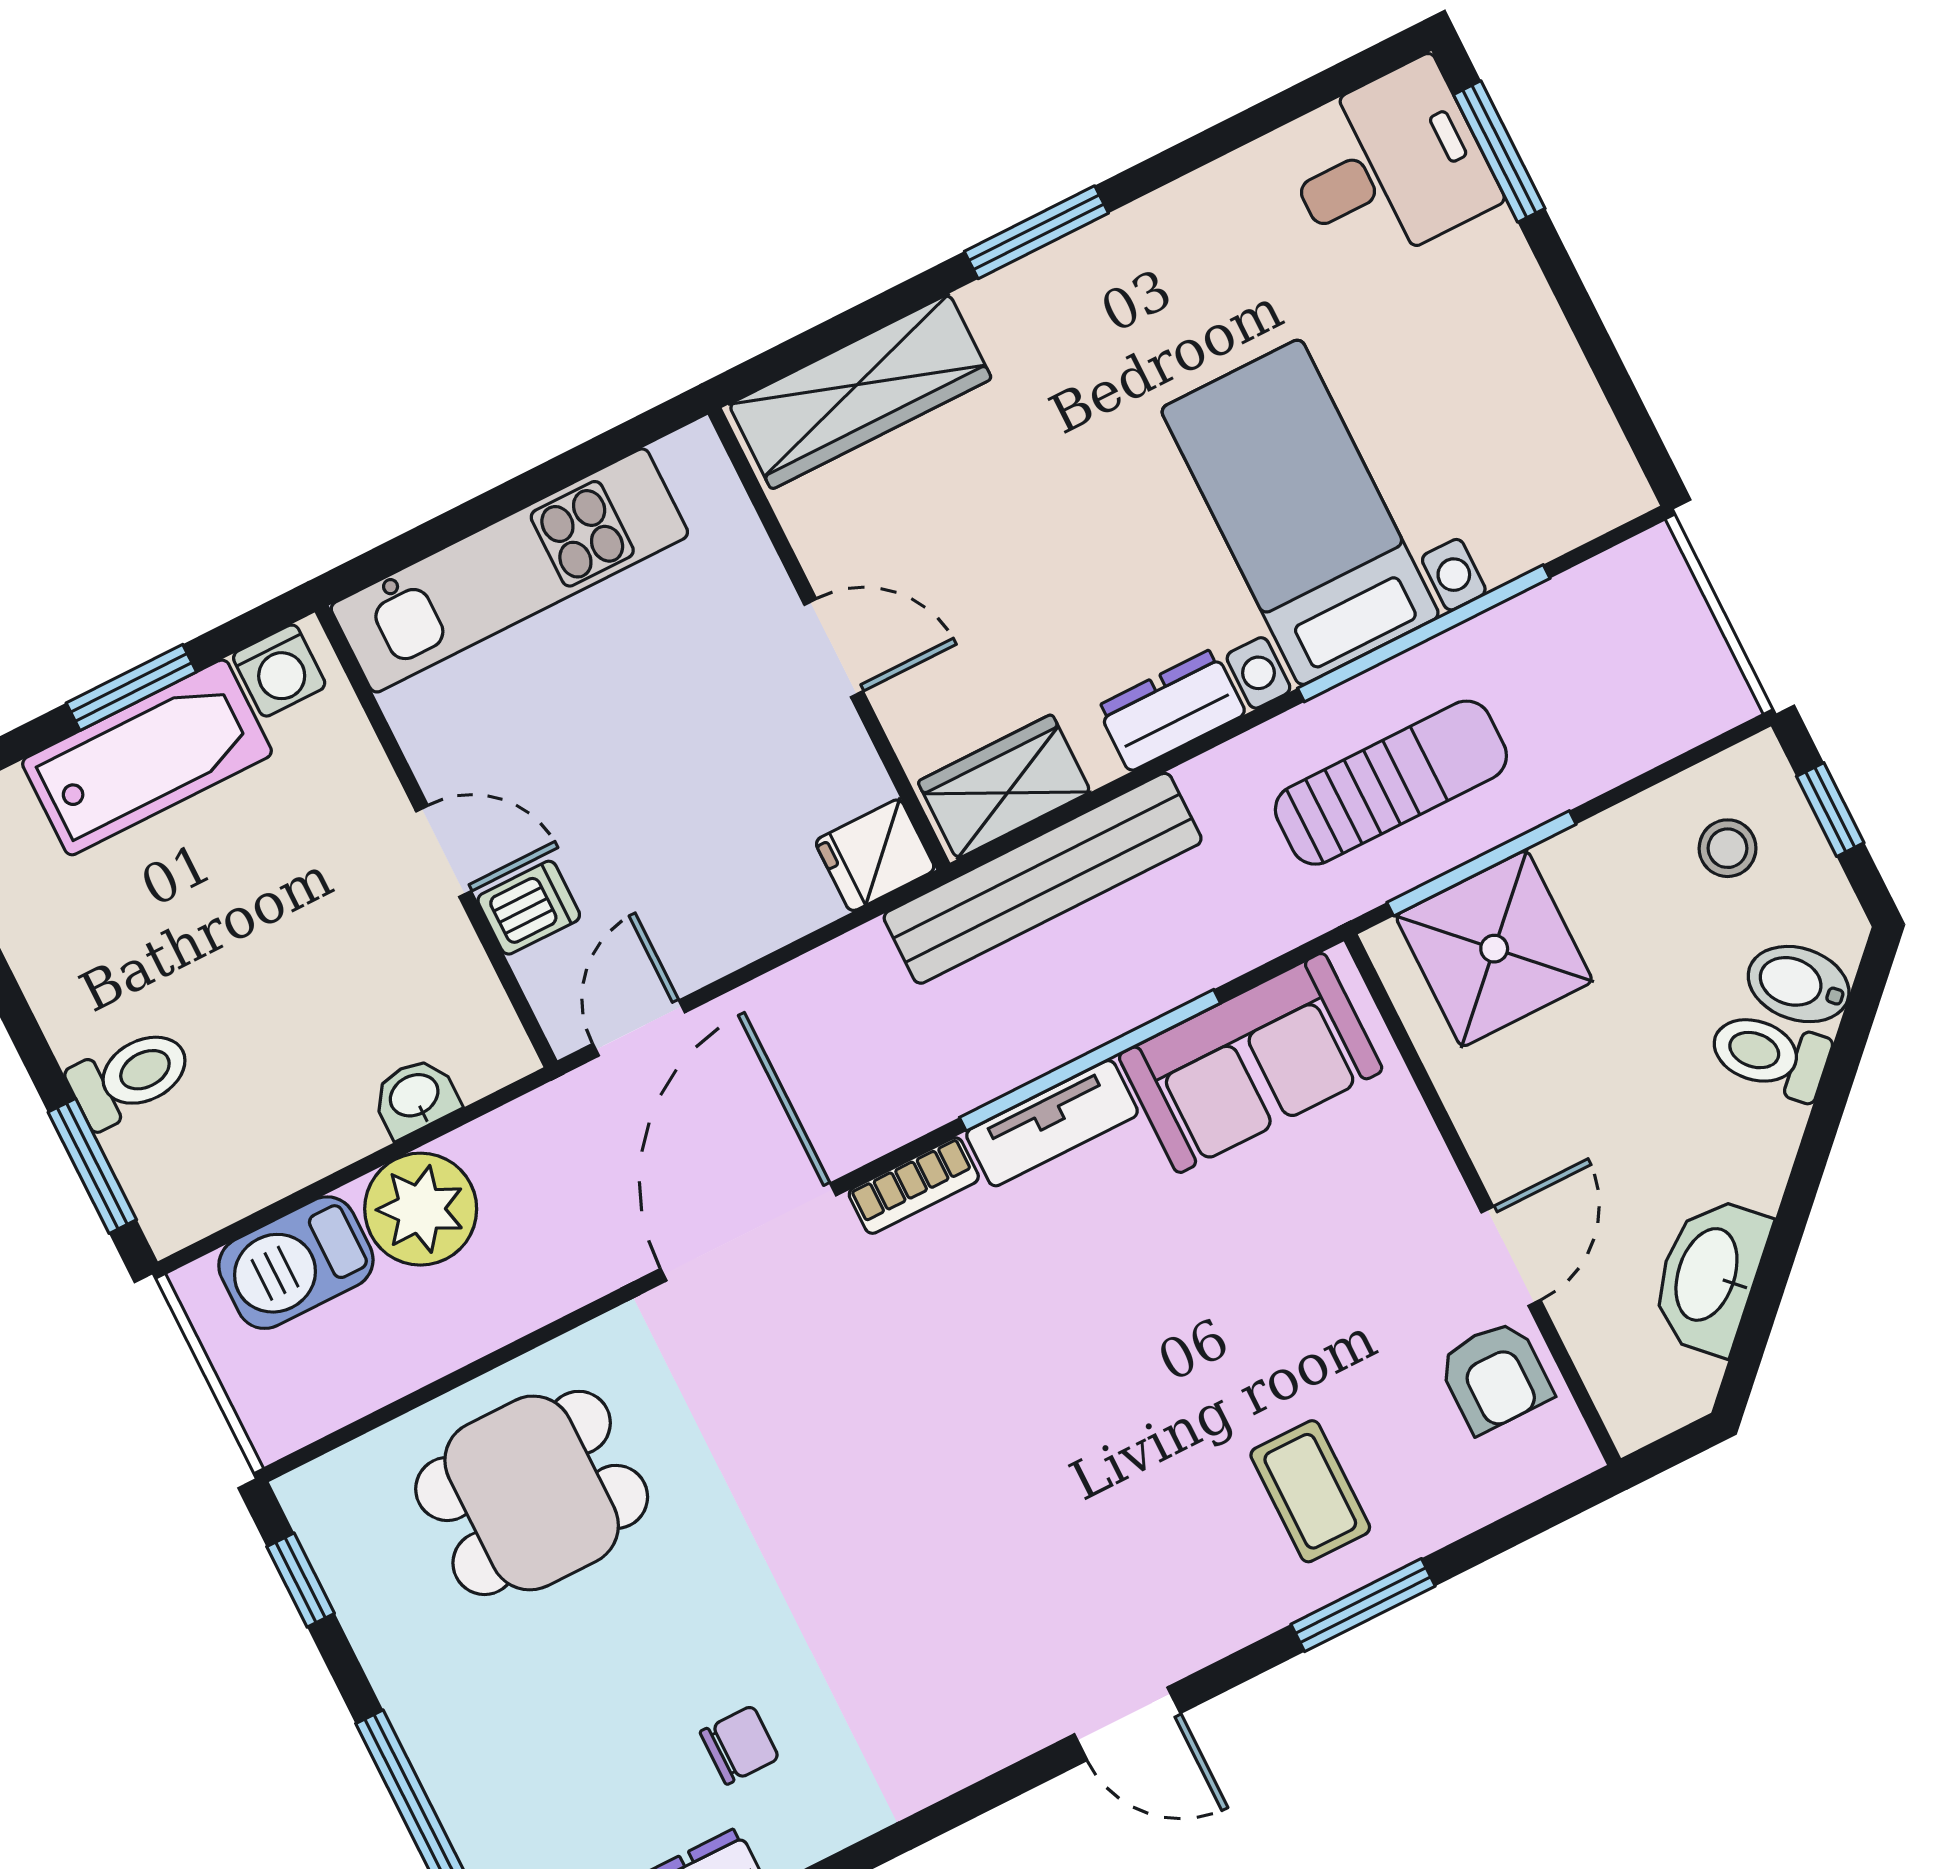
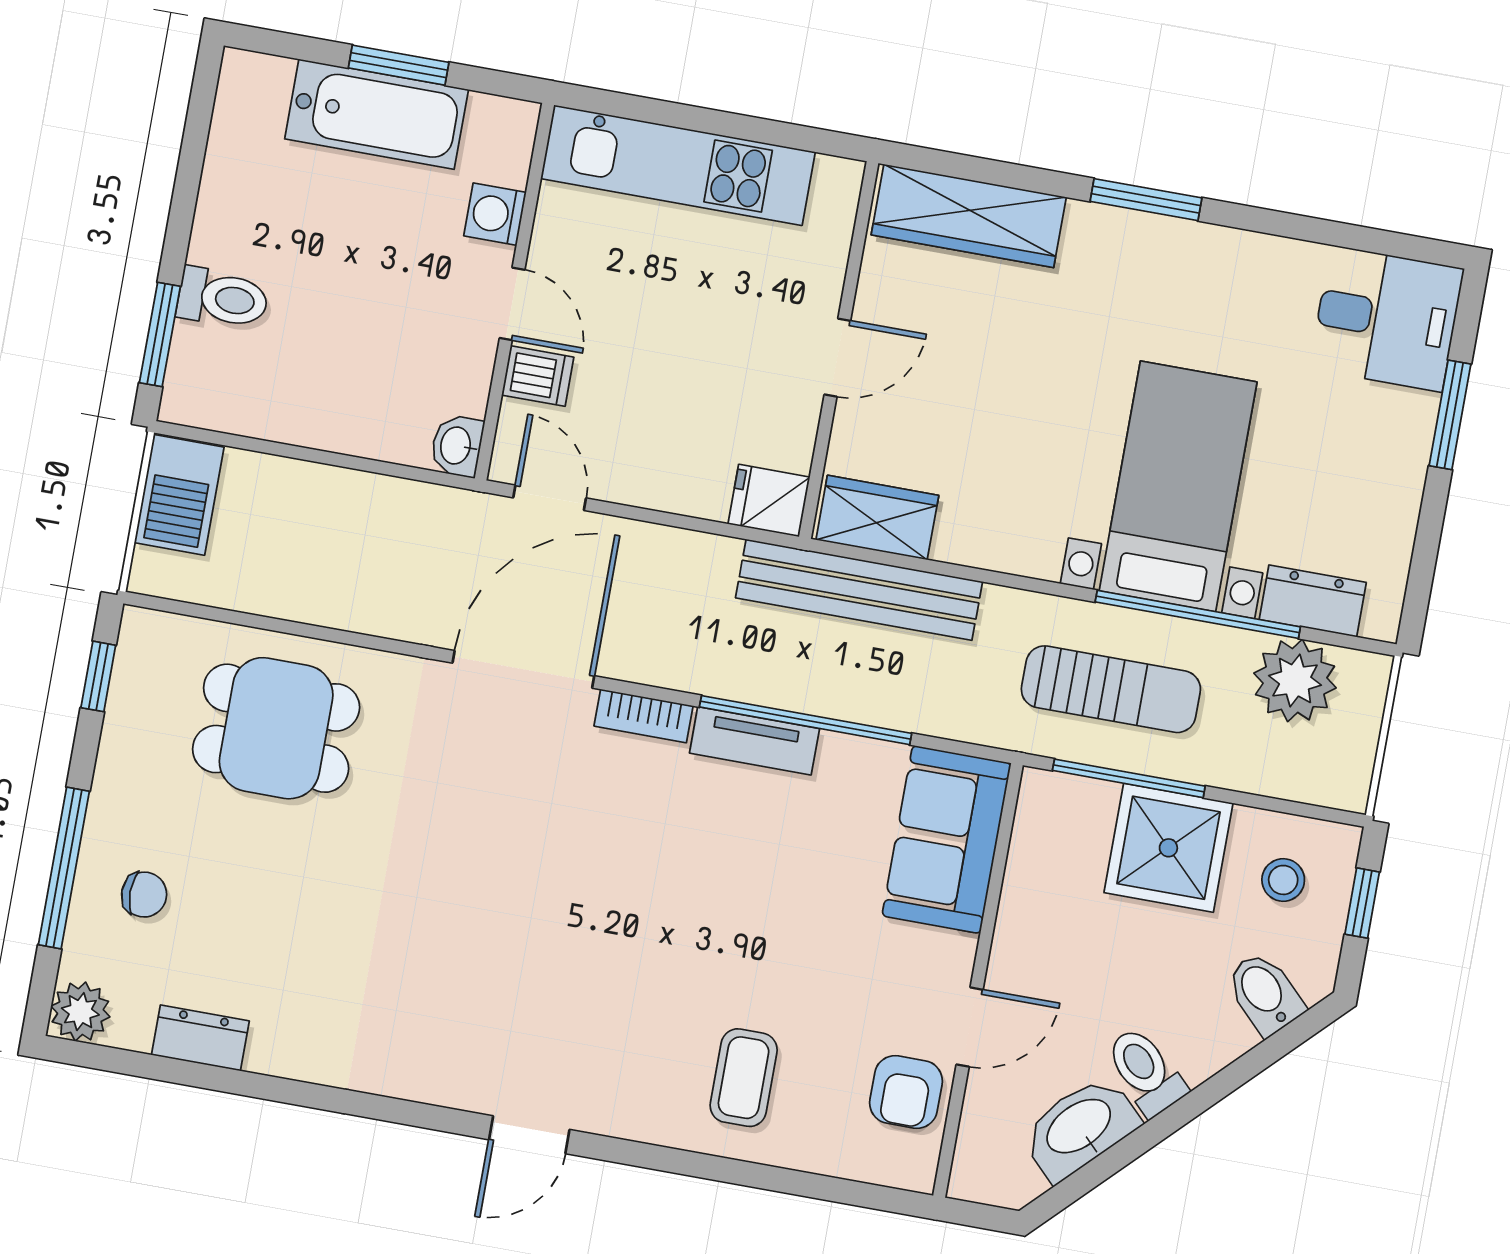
window: (1499, 152) -> (1450, 415), moved
door: (834, 648) -> (837, 358), hinge flipped
washing machine: (279, 671) -> (495, 214), moved, turned 90
dresser: (1171, 710) -> (1313, 601), moved
shower: (1494, 949) -> (1168, 848), moved
door: (639, 1028) -> (550, 498), hinge flipped
toilet: (1769, 1055) -> (1146, 1071), moved
sofa: (1251, 1063) -> (947, 839), moved, turned 90
washbasin: (415, 1097) -> (457, 446), moved, turned -90
plant: (421, 1209) -> (1295, 680), moved
barbecue: (296, 1263) -> (179, 495), moved, turned -90
window: (1363, 1605) -> (724, 1170), removed
door: (1127, 1724) -> (529, 1135), hinge flipped
chair: (740, 1745) -> (144, 895), moved

